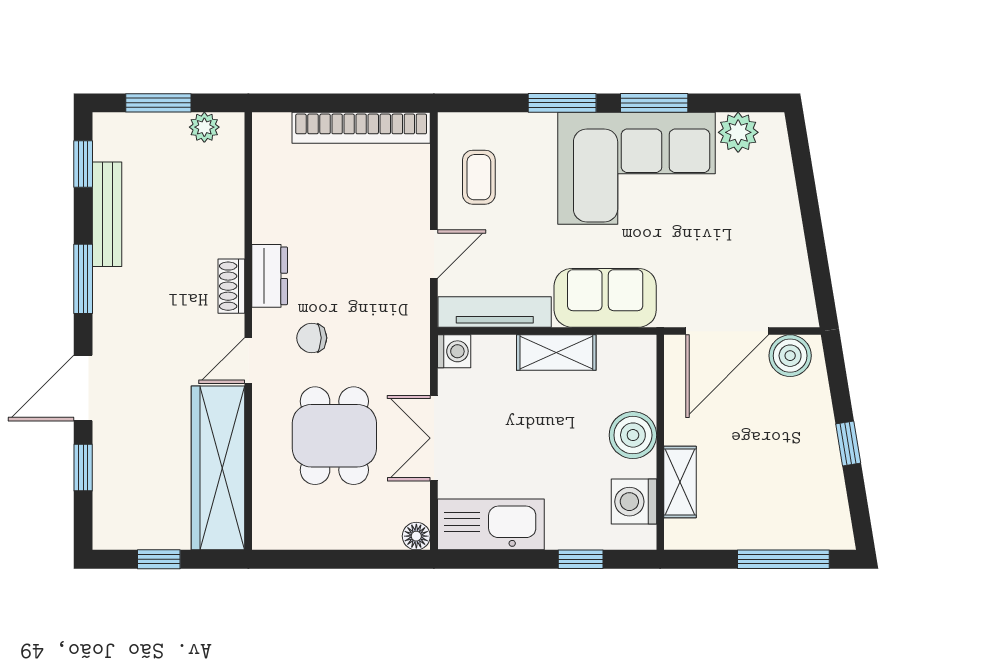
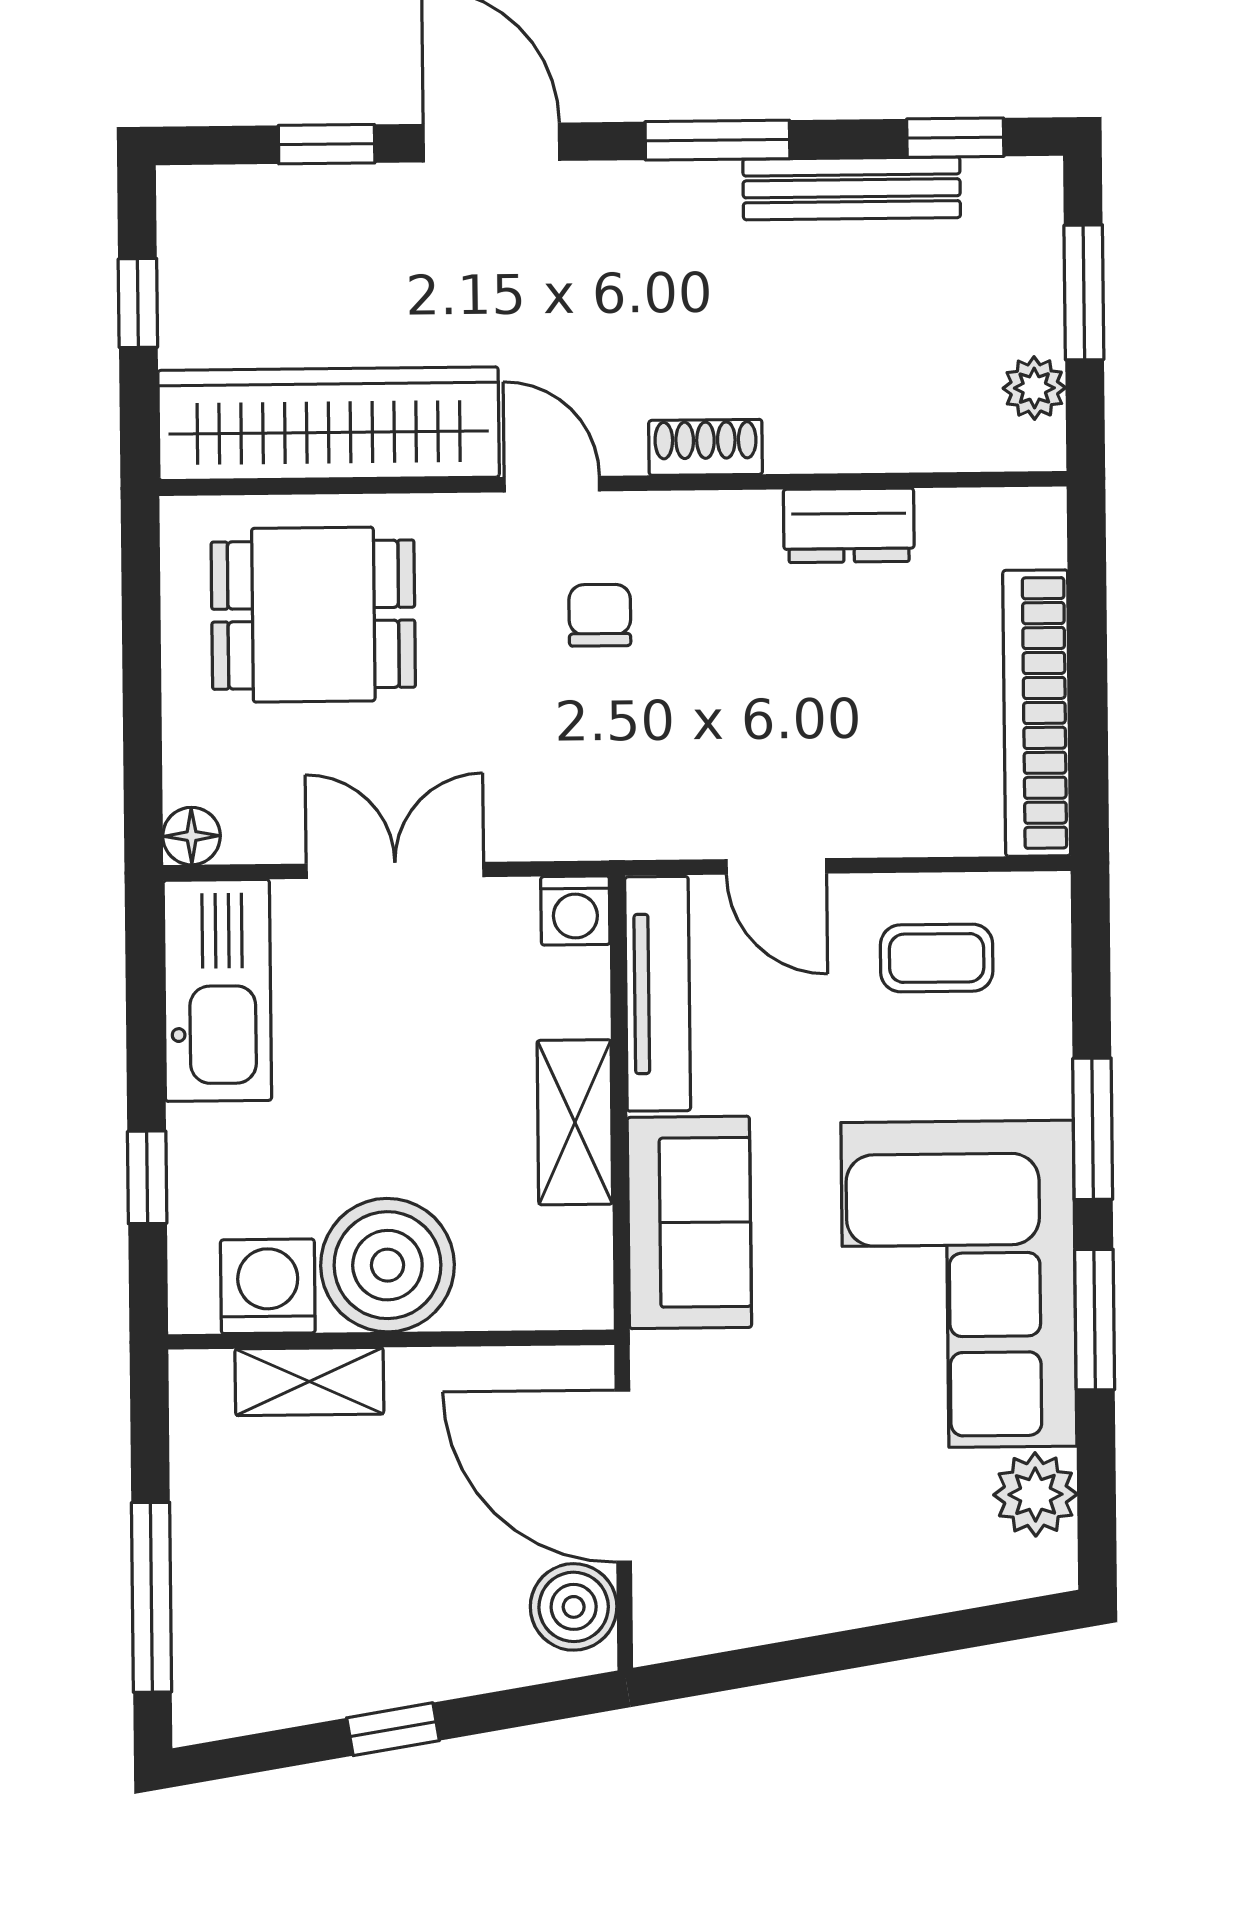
dresser: (270, 276) -> (849, 525), moved
boiler: (633, 435) -> (387, 1265), width x1.37, depth x1.37
dining table: (334, 436) -> (313, 615), moved

